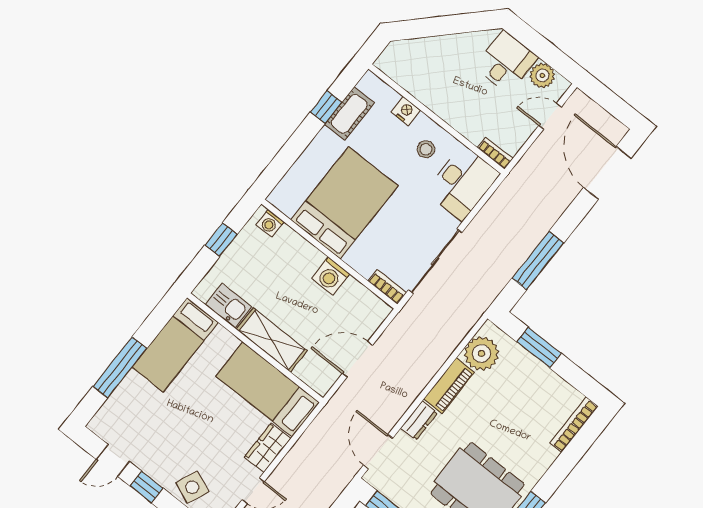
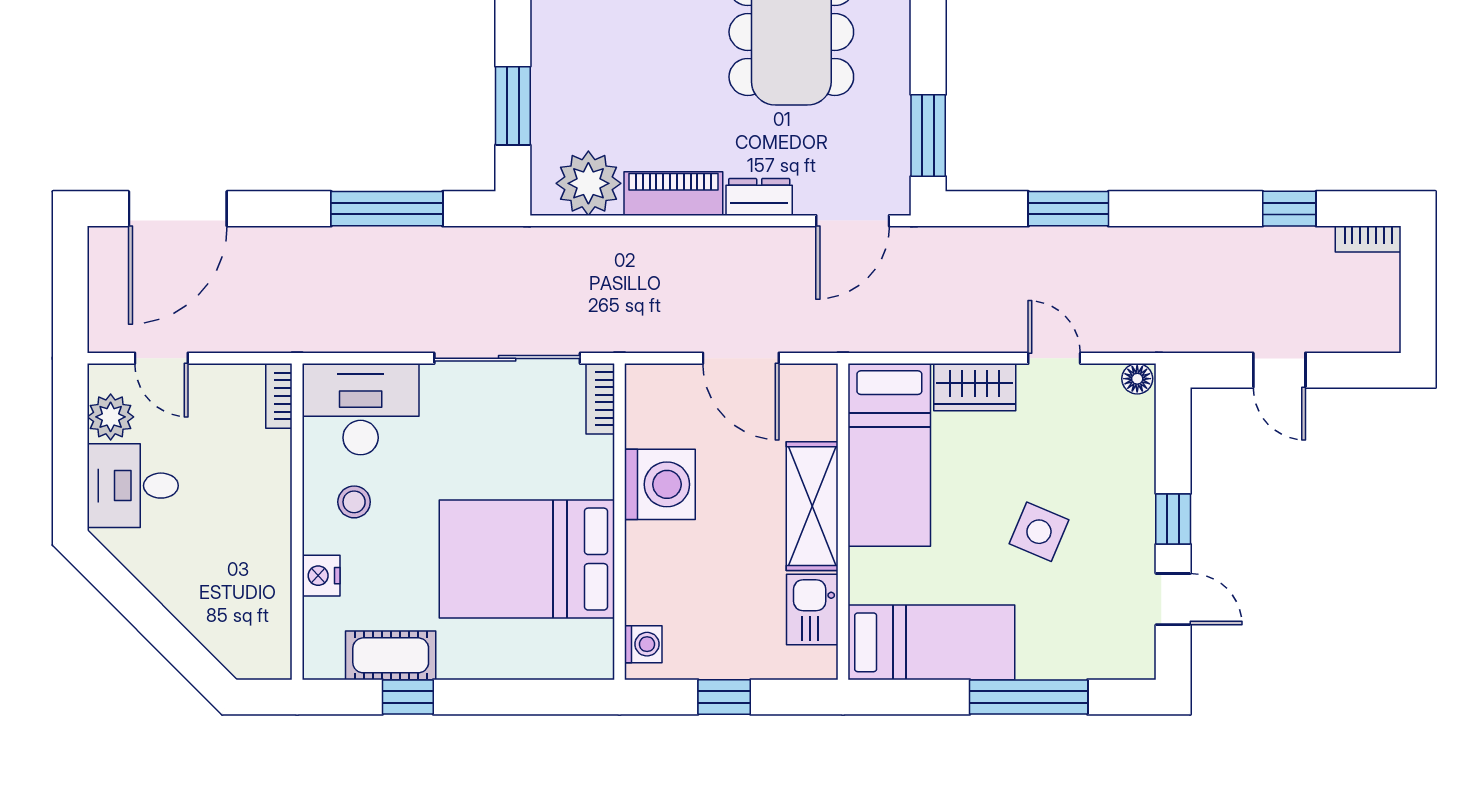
washing machine: (331, 276) -> (660, 484), width x1.37, depth x1.37
side table: (192, 487) -> (1039, 532), moved

